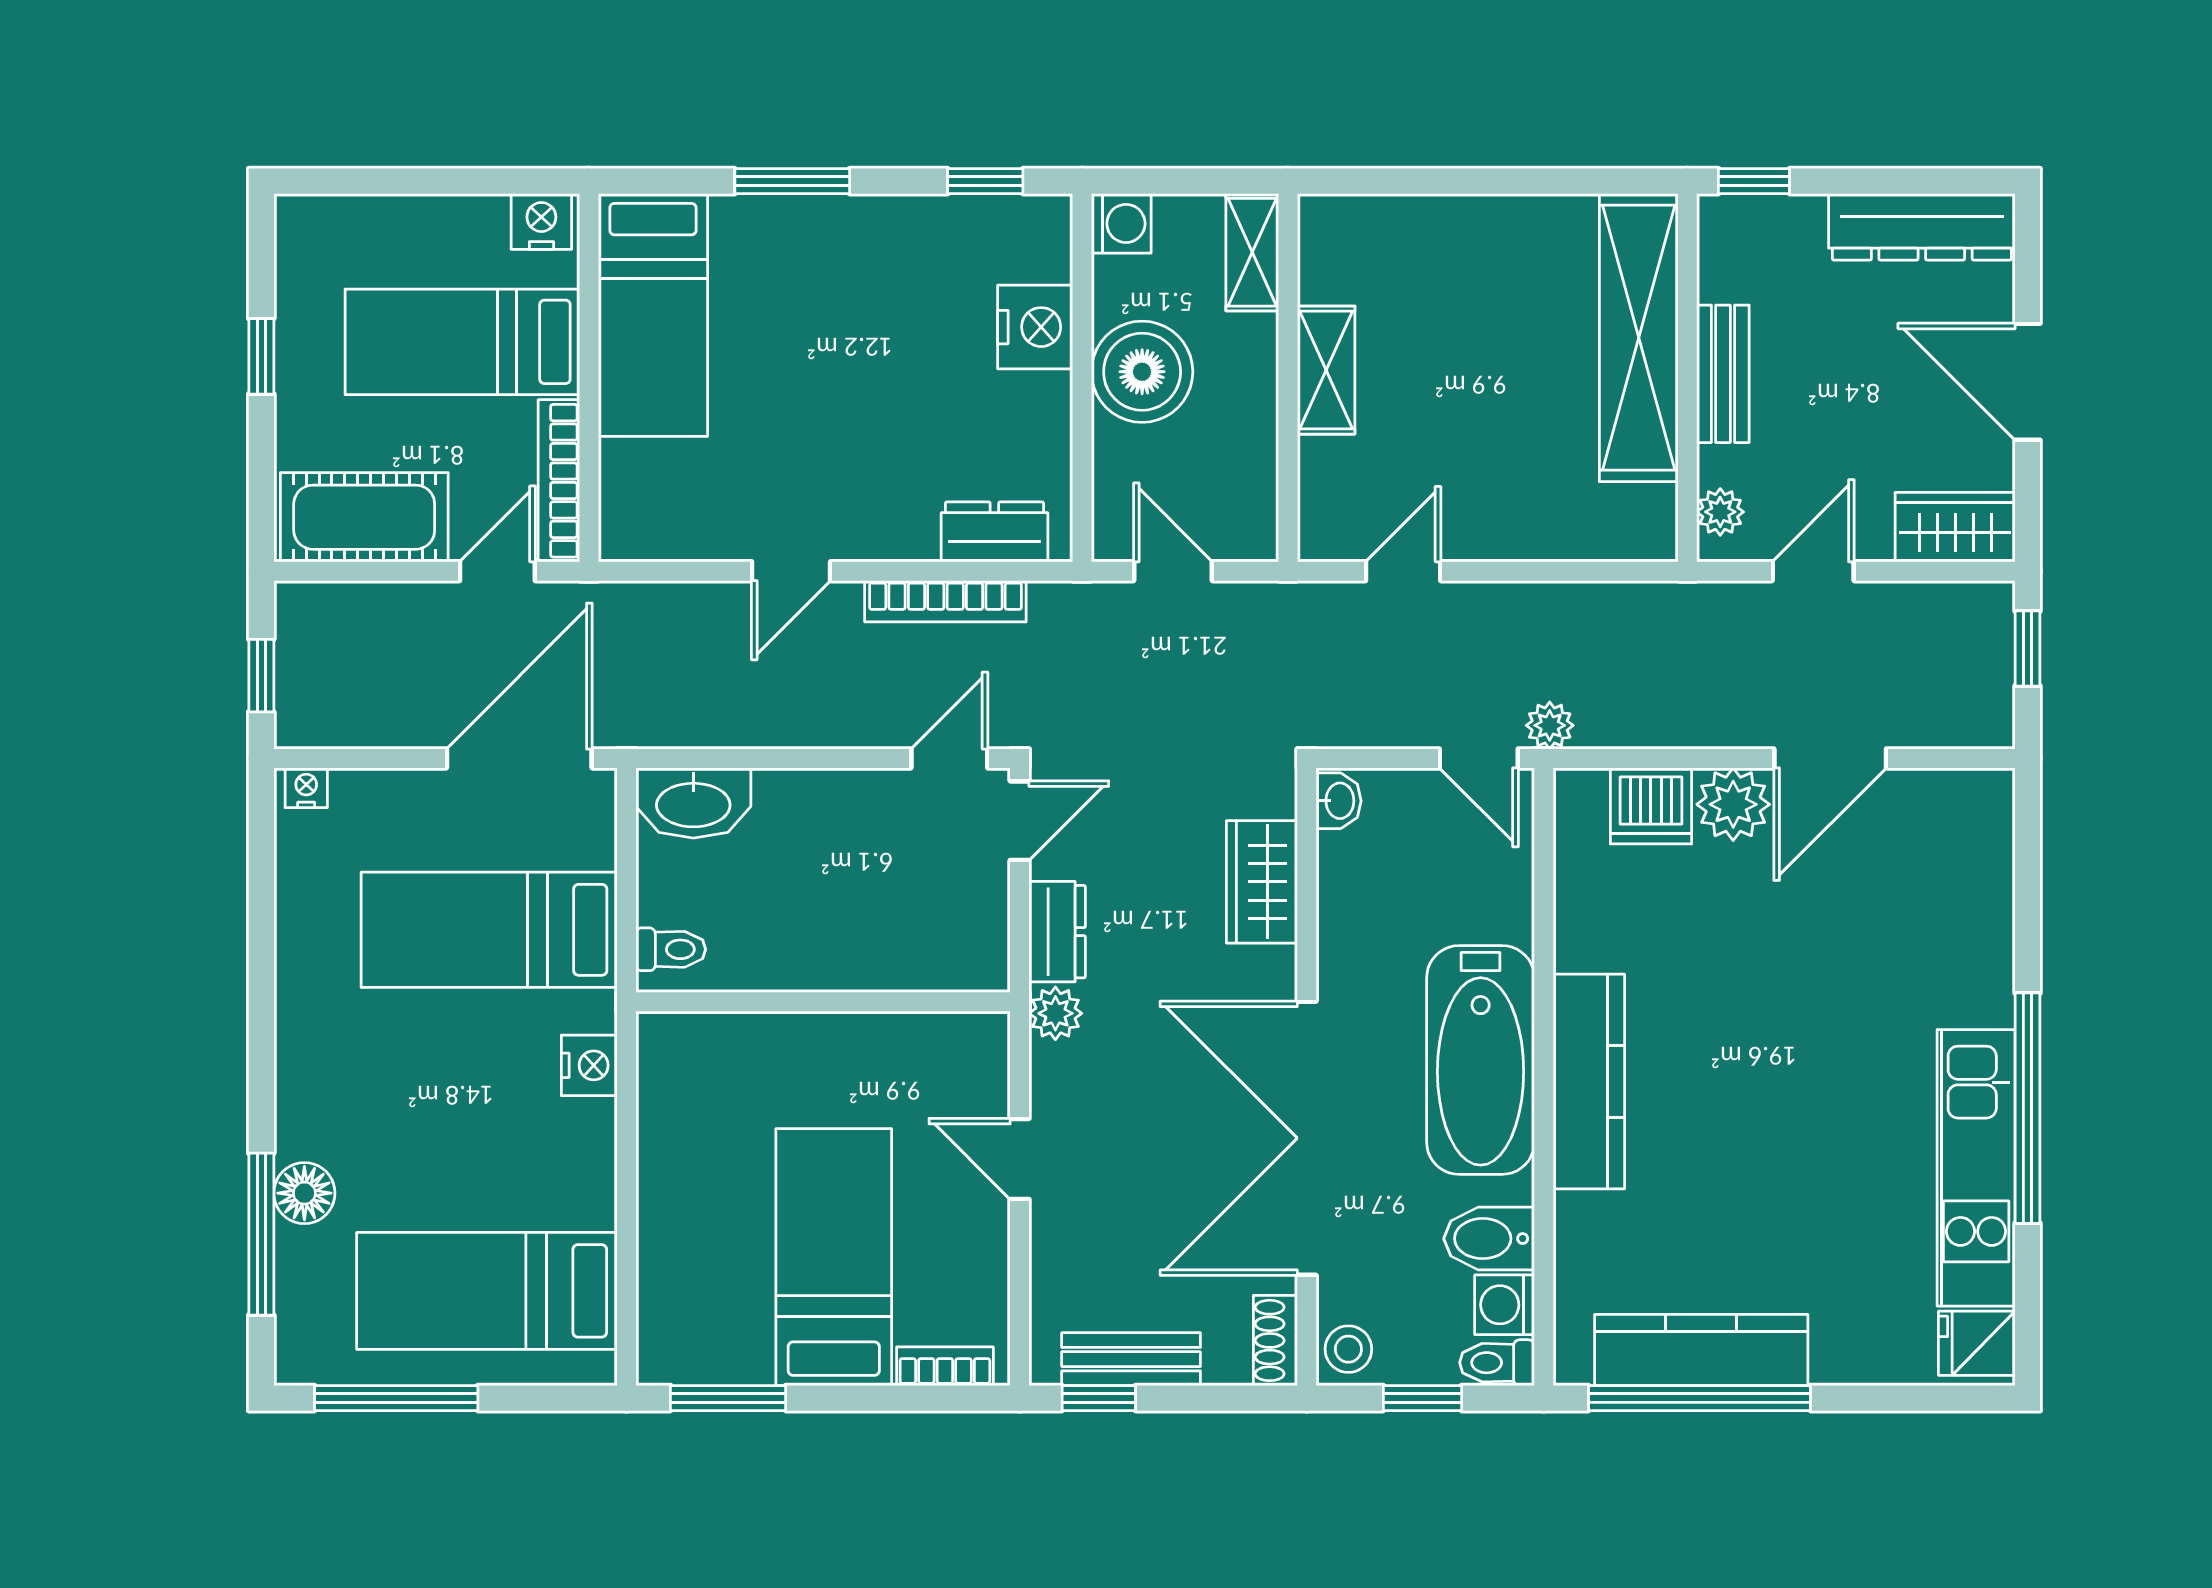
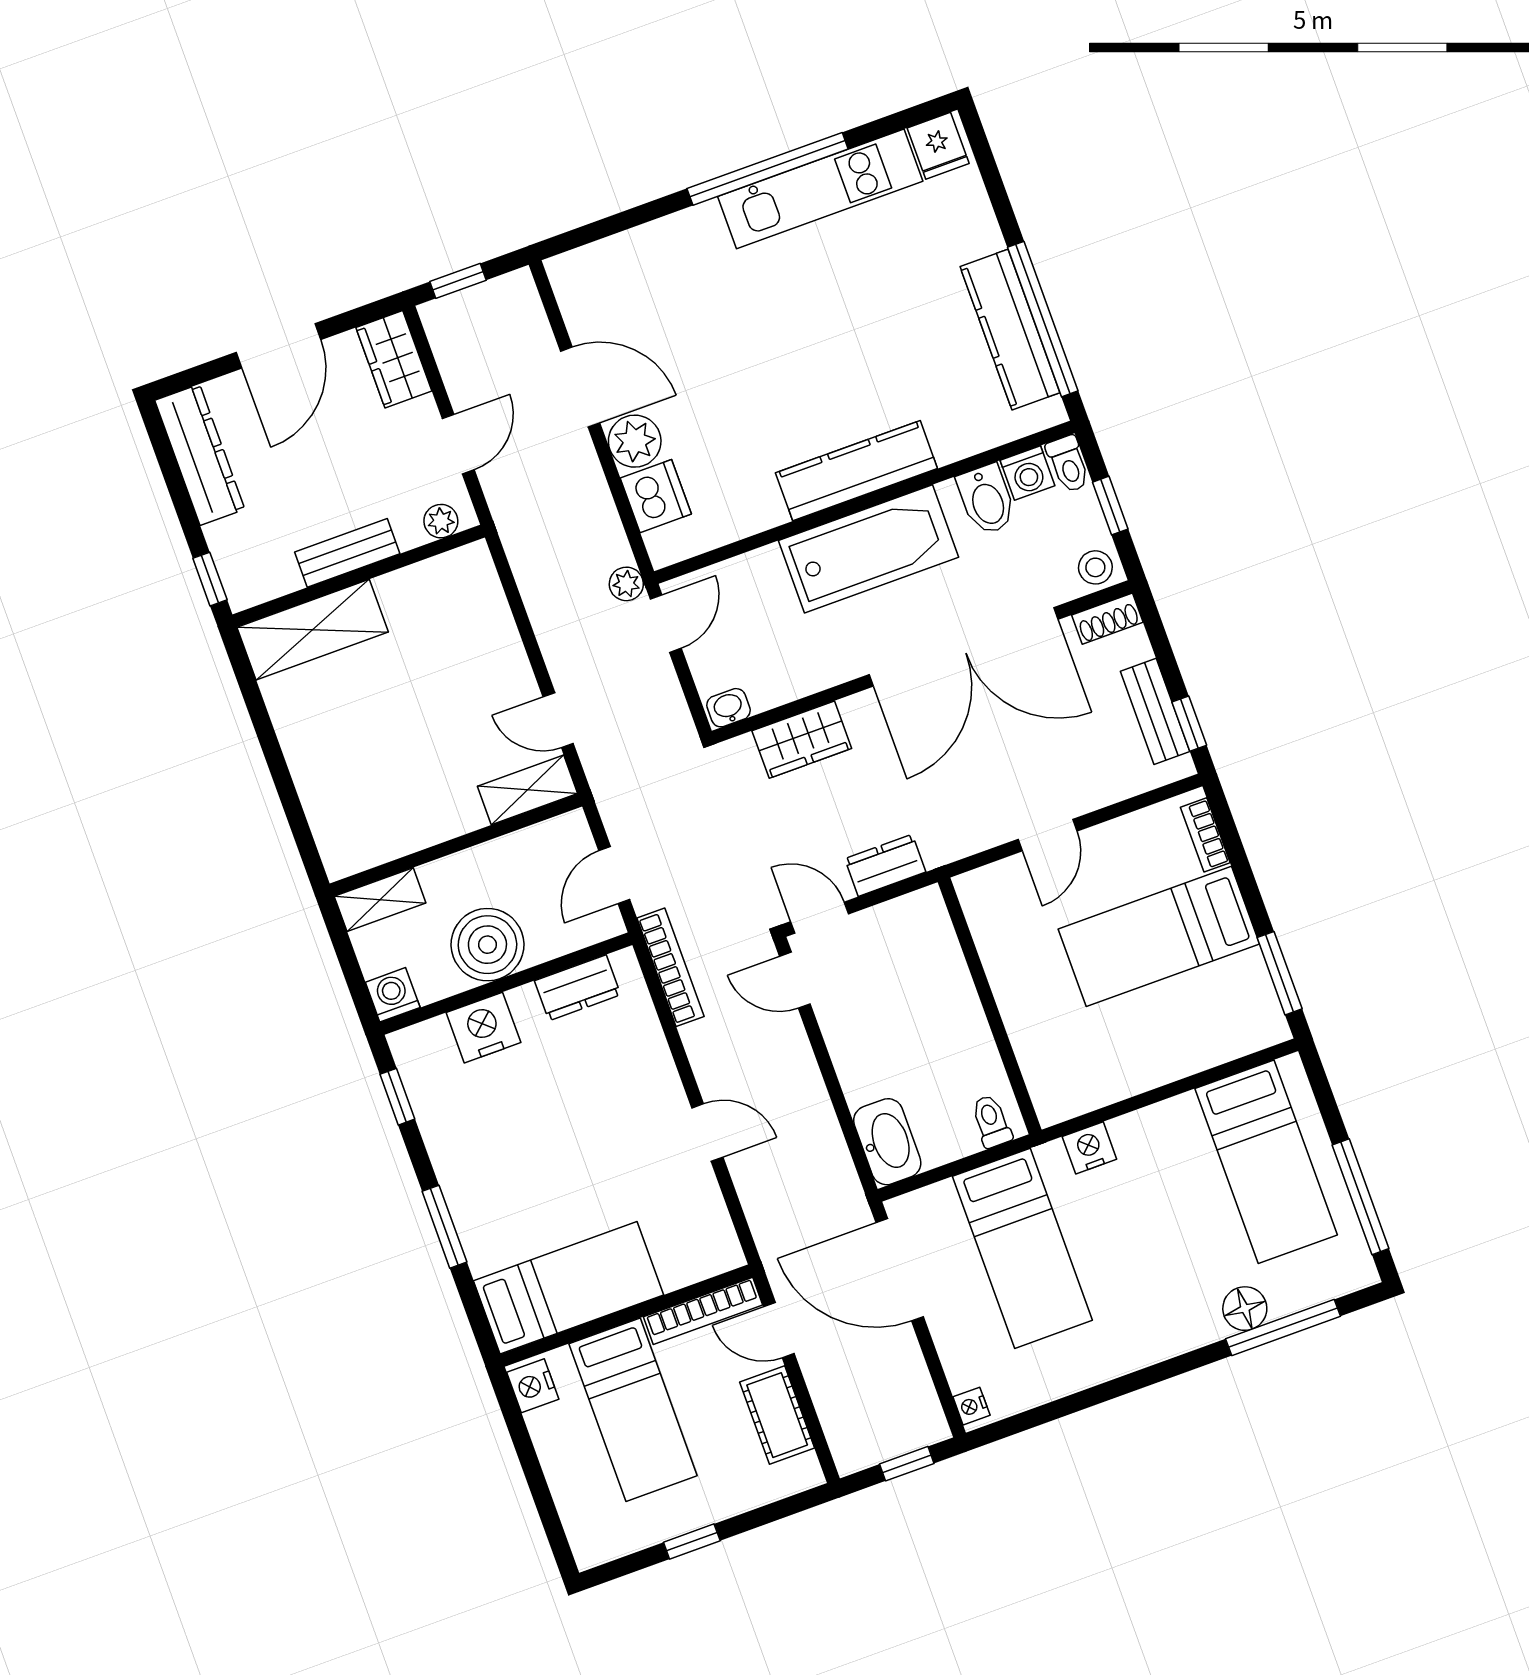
shelving: (1639, 338) -> (313, 630), width x0.68
shelving: (1326, 370) -> (528, 790), moved
cot: (364, 517) -> (777, 1415), width x0.73, depth x0.75
dresser: (994, 532) -> (577, 988), moved, turned -90
door: (1813, 571) -> (458, 444), swing flipped
bookcase: (945, 601) -> (670, 967), moved
plant: (1055, 1013) -> (941, 847), removed

